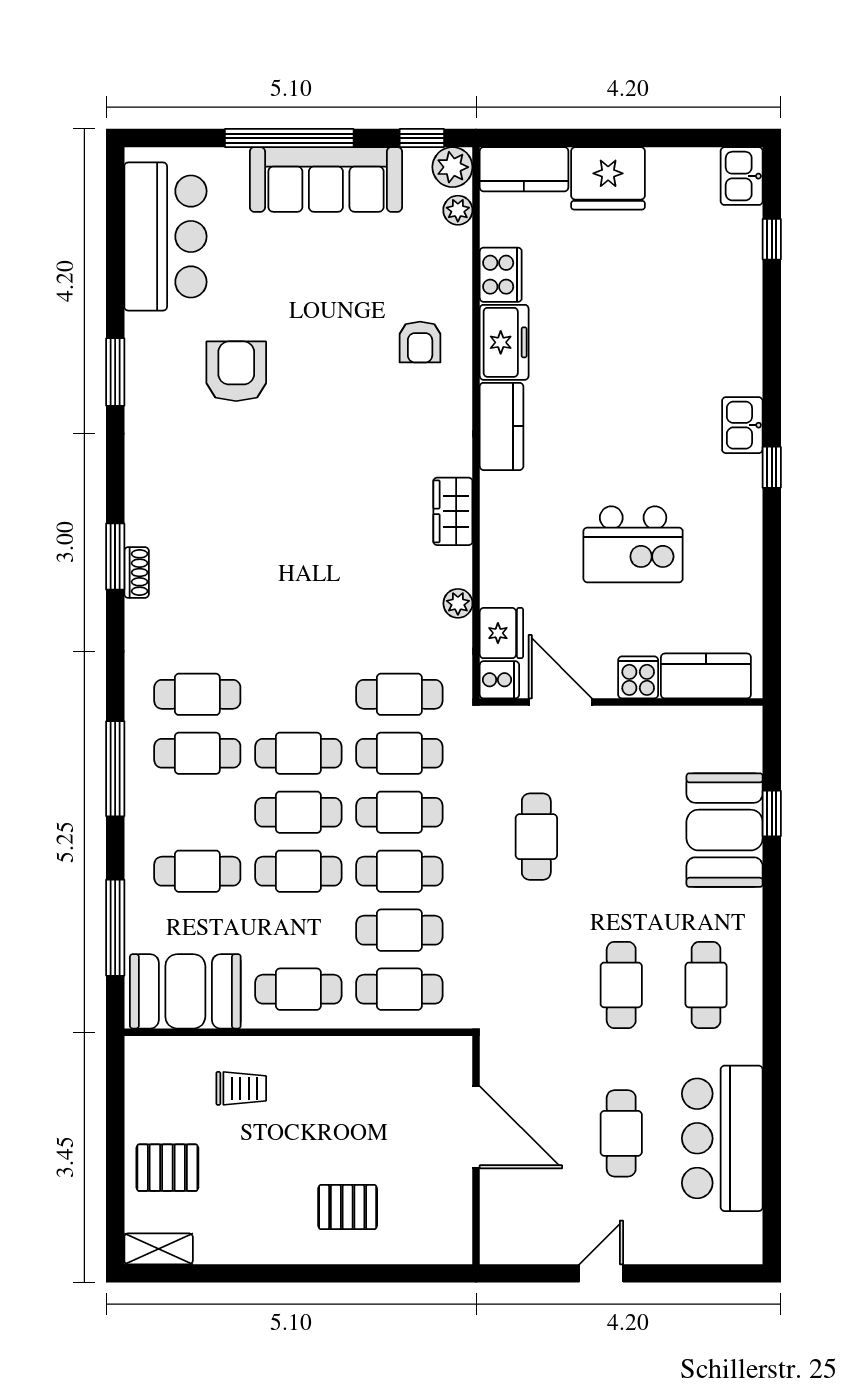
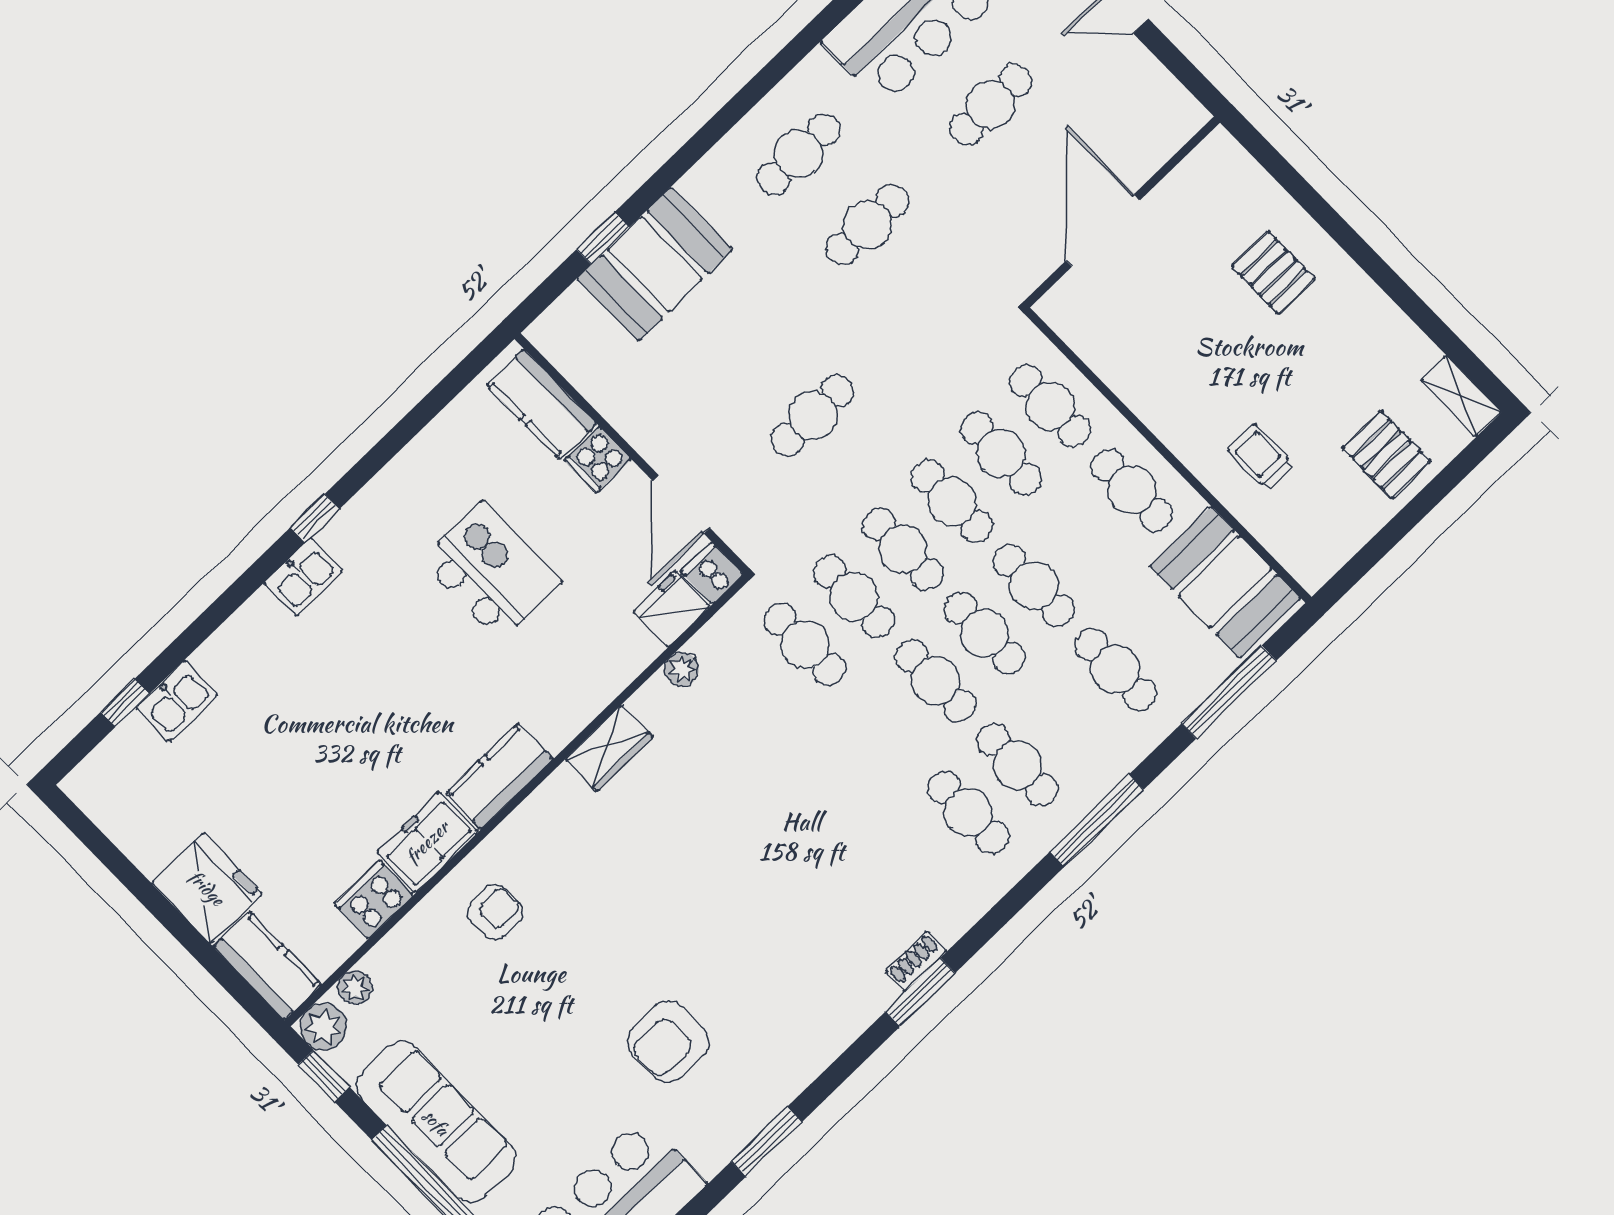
kitchen sink: (742, 176) -> (177, 701), moved

